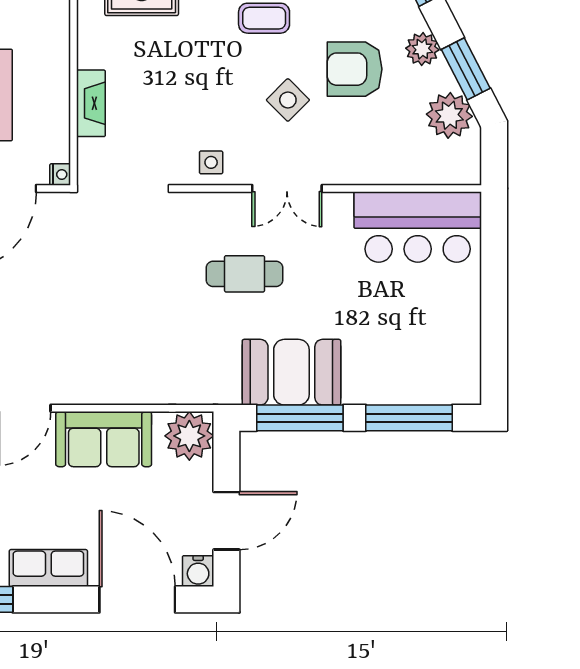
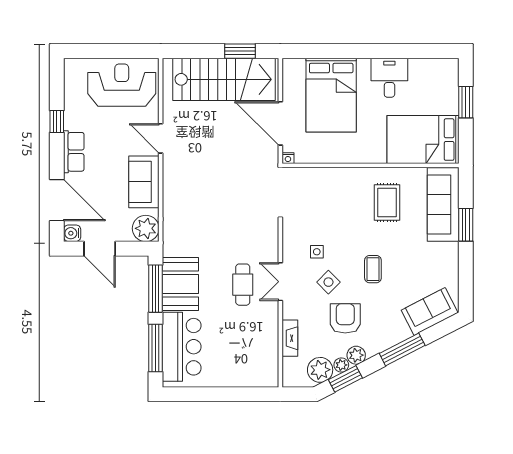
plant: (440, 76) -> (341, 365), added
fireplace: (91, 103) -> (290, 338), moved, turned -90
side table: (211, 162) -> (317, 252), moved
bar counter: (418, 227) -> (182, 347), moved, turned 180
cafe table: (245, 274) -> (243, 285), moved
door: (137, 599) -> (57, 200), hinge flipped

